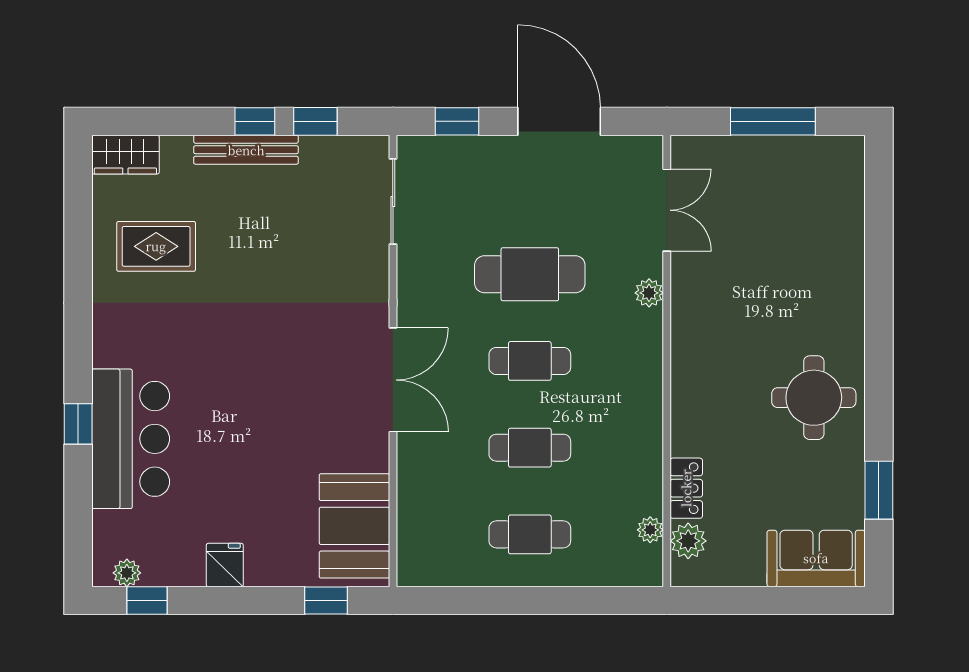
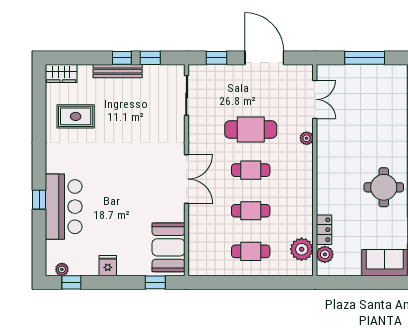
plant: (650, 530) -> (302, 249), width x1.88, depth x1.88

